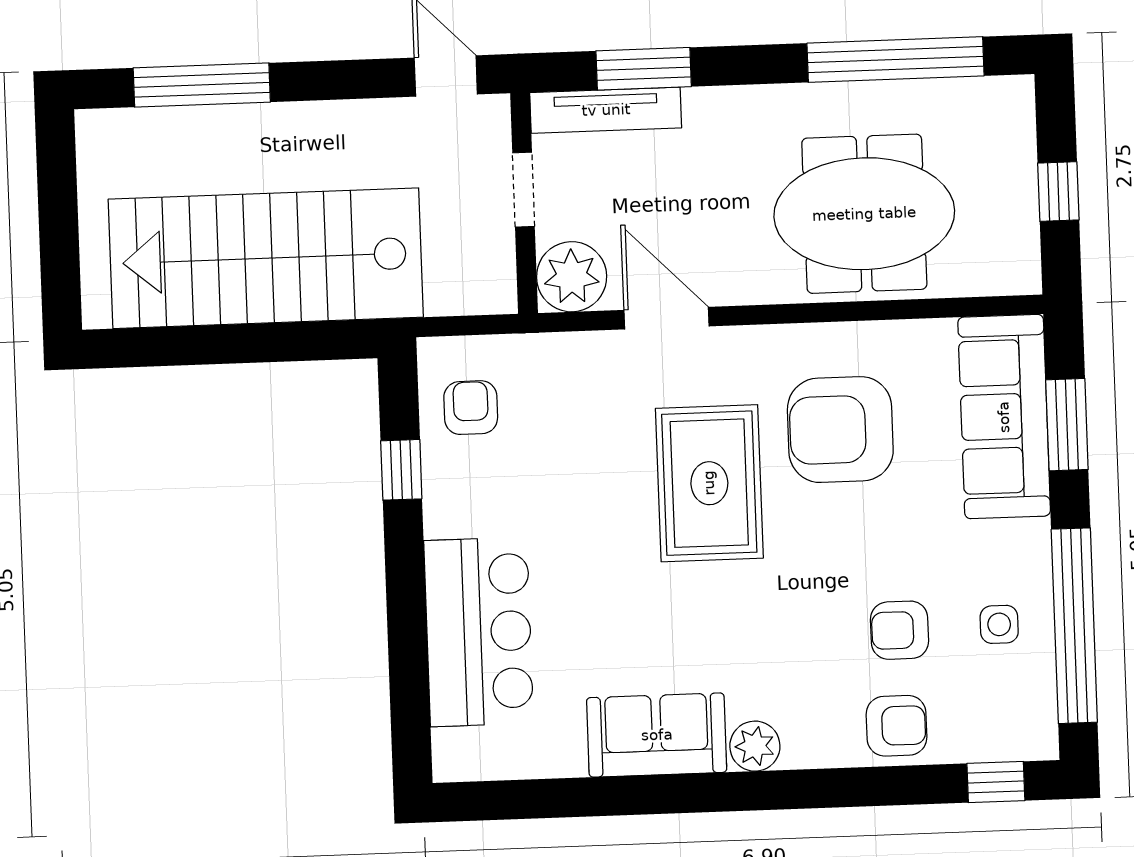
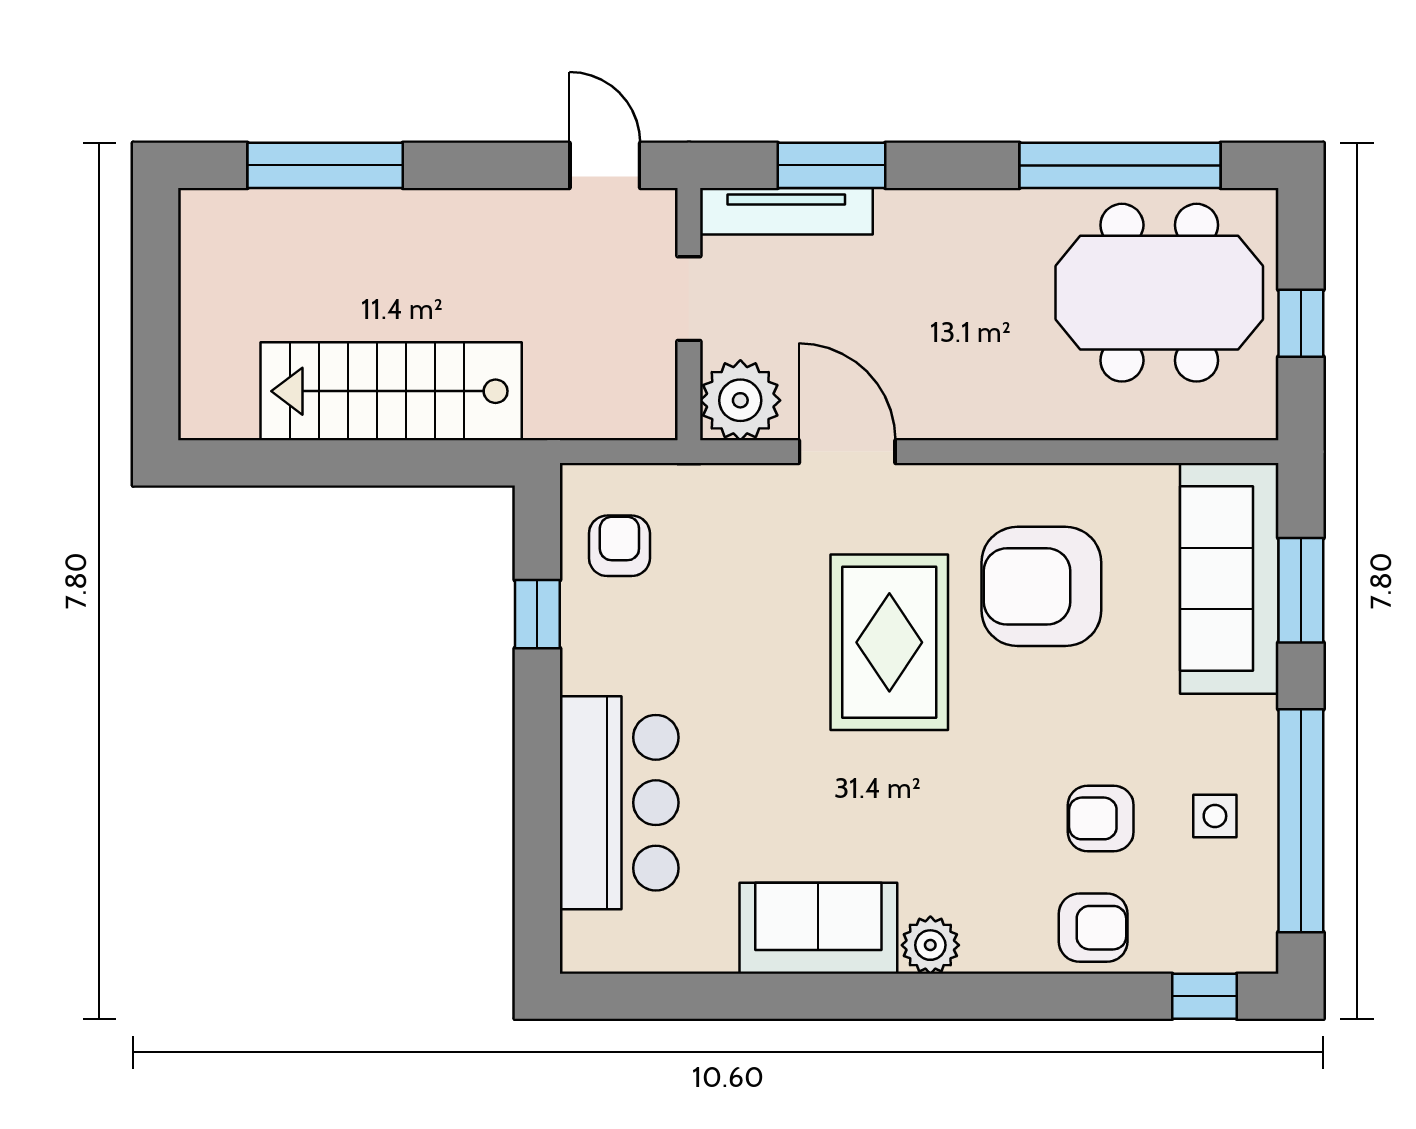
meeting table: (864, 214) -> (1159, 293), moved
stairs: (266, 258) -> (391, 391), width x0.73, depth x0.66

